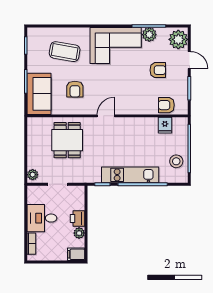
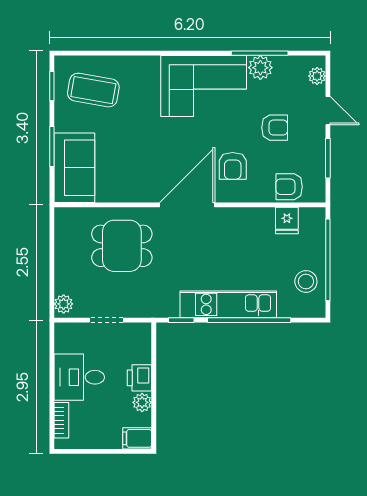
plant: (178, 39) -> (317, 76), width x0.53, depth x0.53
coffee table: (65, 52) -> (93, 90), moved
armchair: (75, 89) -> (233, 166), moved
door: (106, 116) -> (187, 205), width x1.88
dining table: (67, 140) -> (122, 246), turned 90

